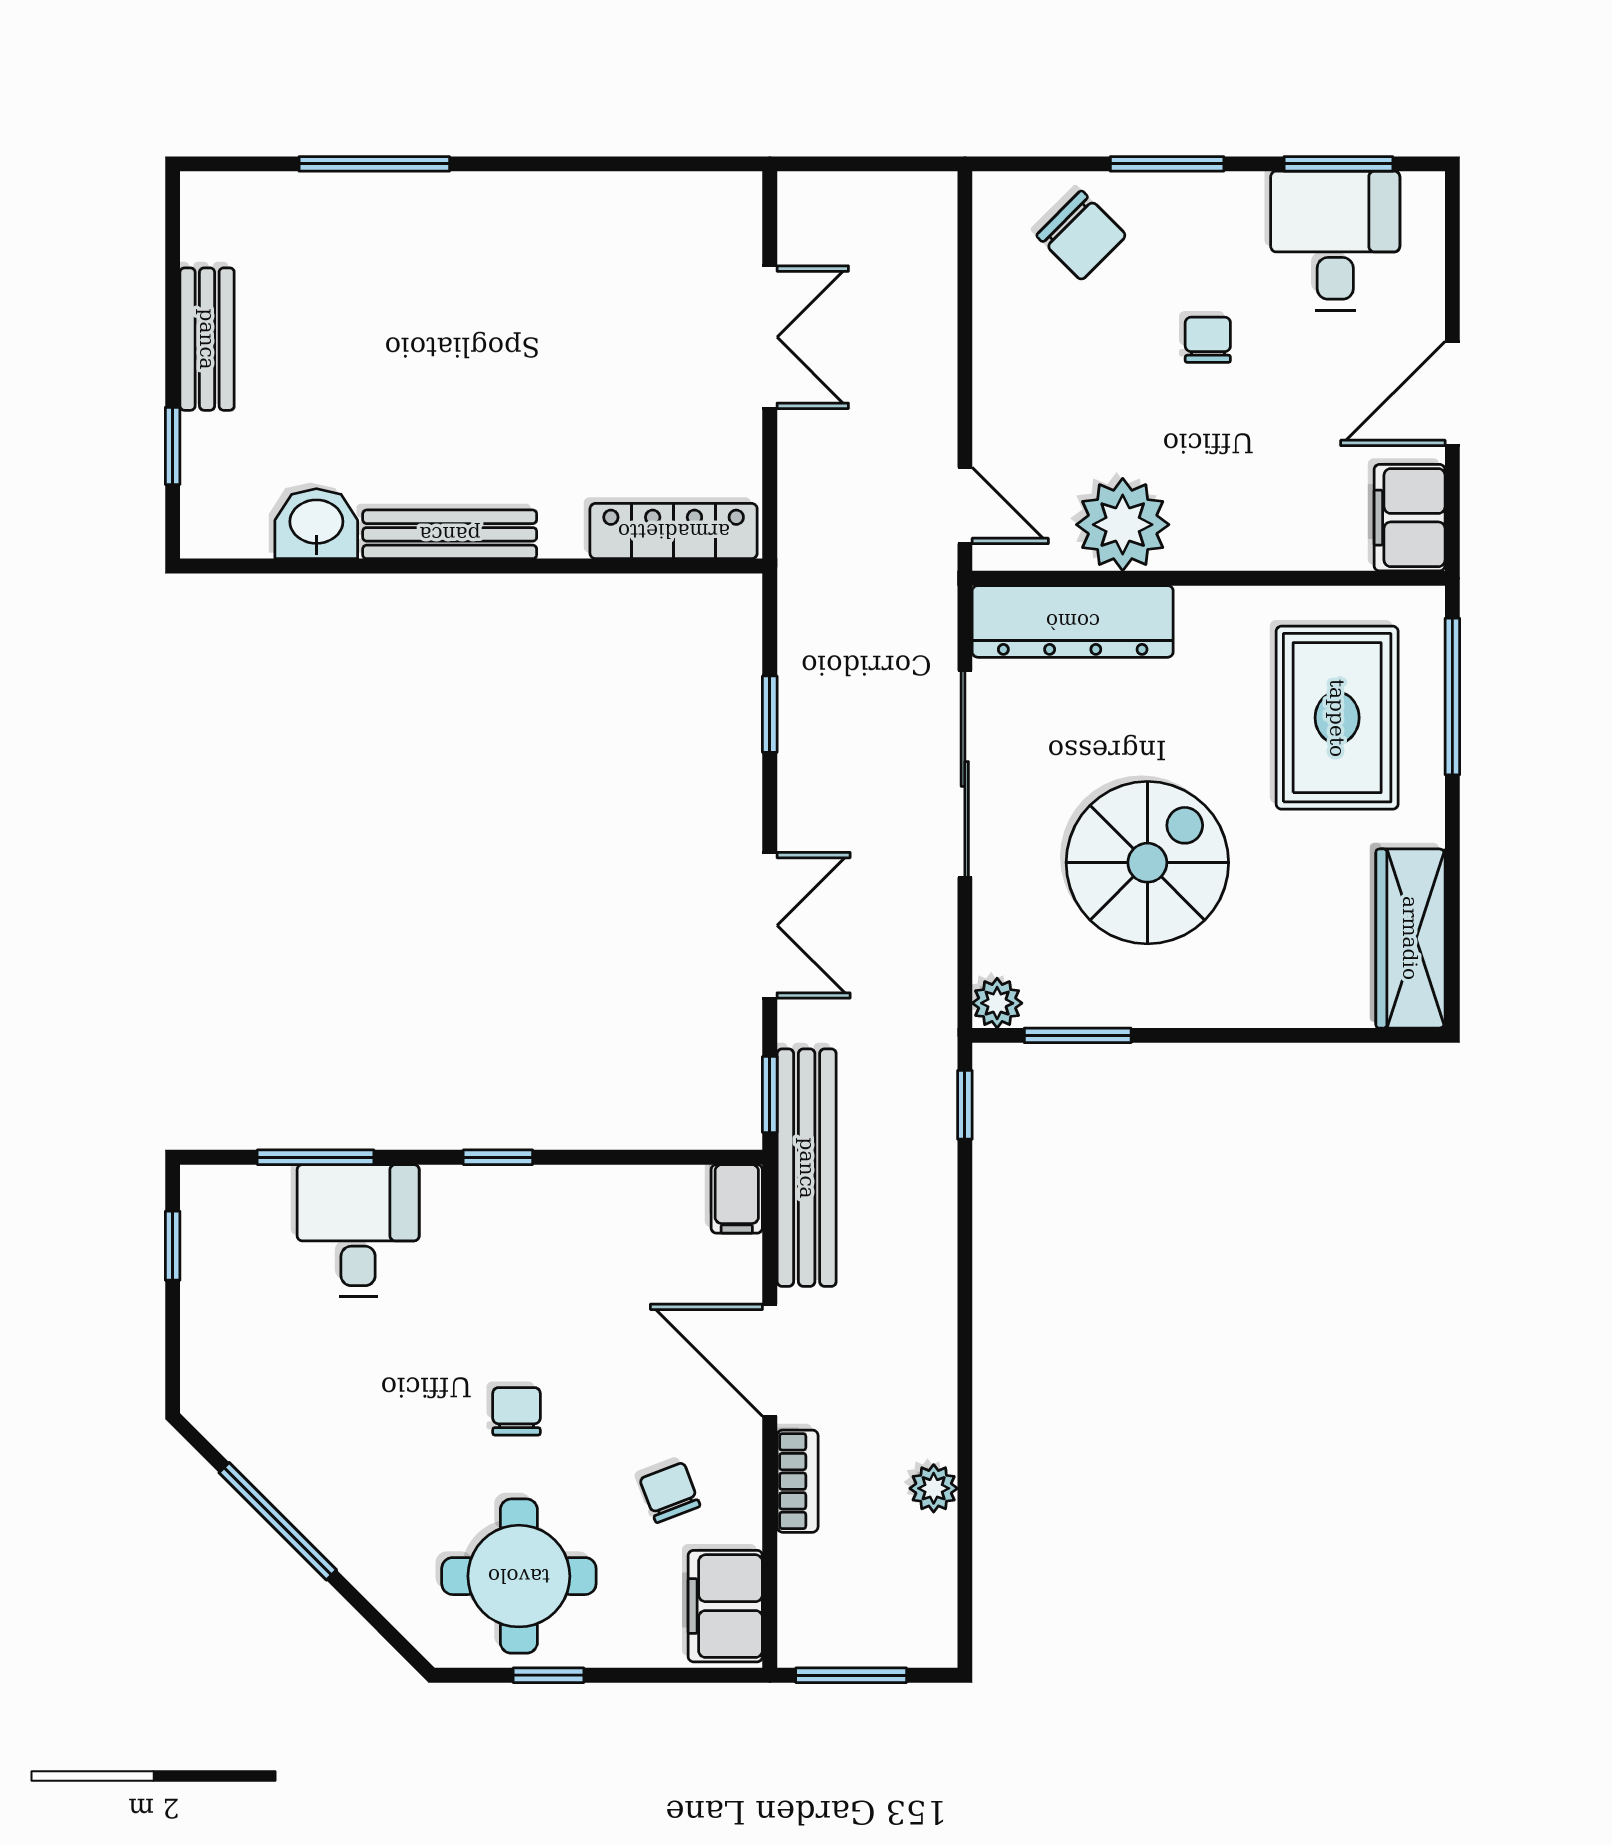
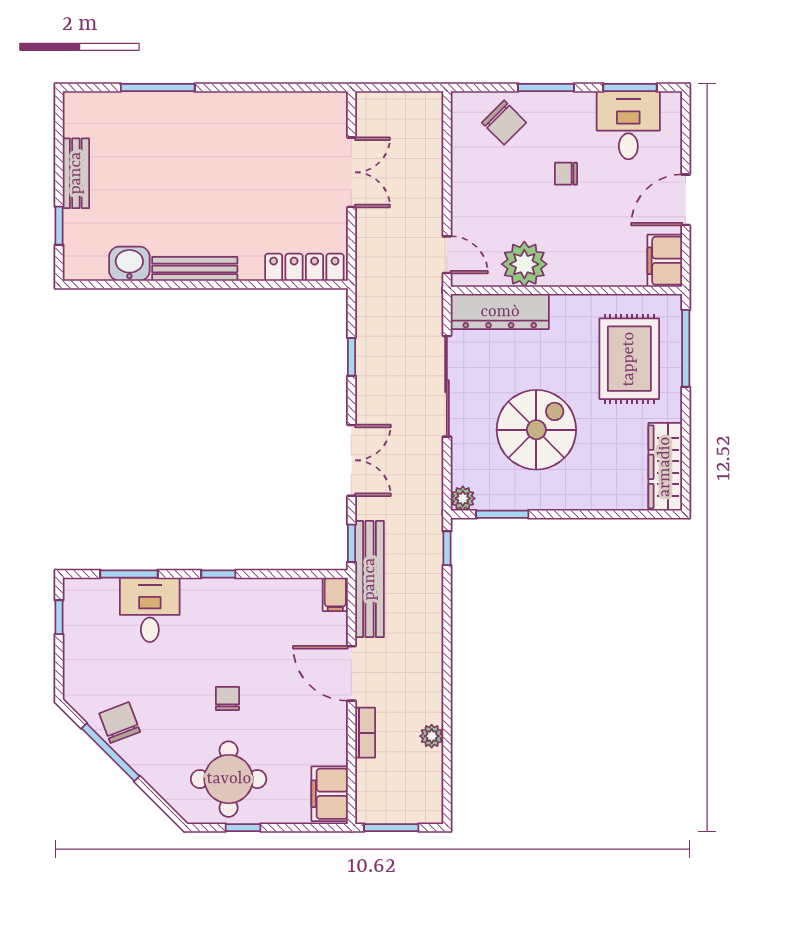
chair: (1208, 340) -> (566, 174), turned -90
chair: (670, 1493) -> (120, 723), moved, width x1.37, depth x1.37

